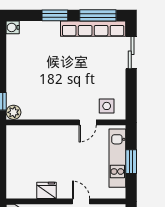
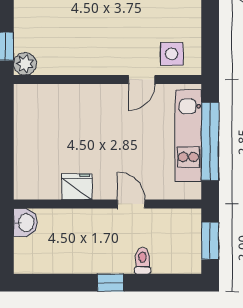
window: (131, 162) -> (210, 141), width x2.11

